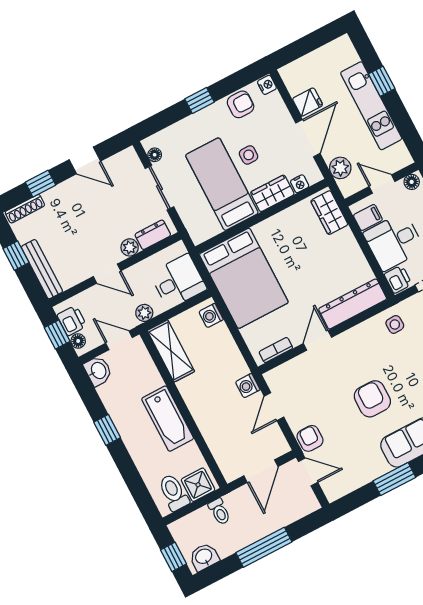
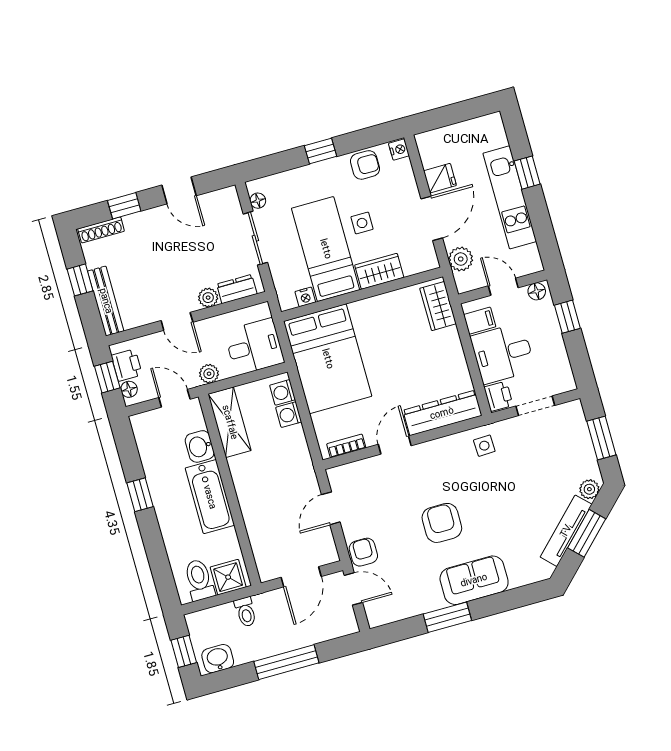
nightstand: (300, 184) -> (305, 297), moved
washbasin: (98, 371) -> (200, 446), moved, turned 180
washing machine: (248, 386) -> (289, 415), moved

